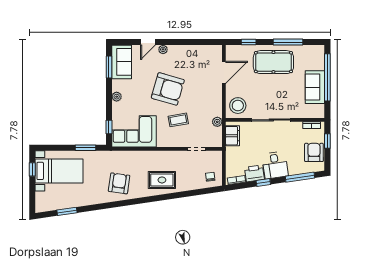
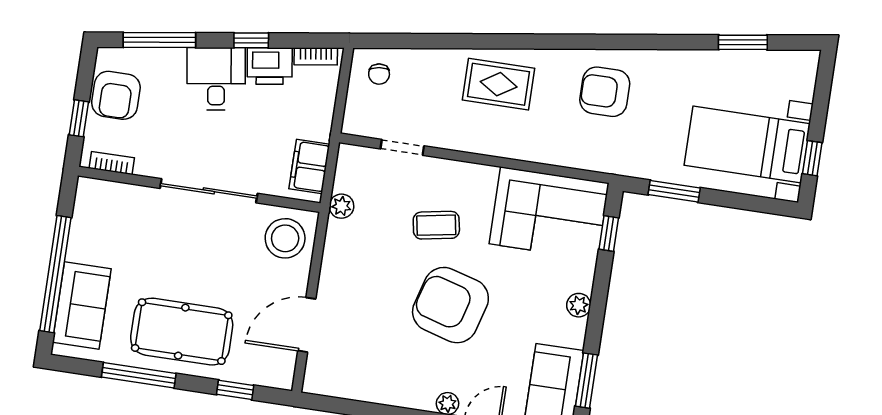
sofa: (315, 87) -> (82, 305), moved
armchair: (119, 183) -> (605, 92), turned 82

